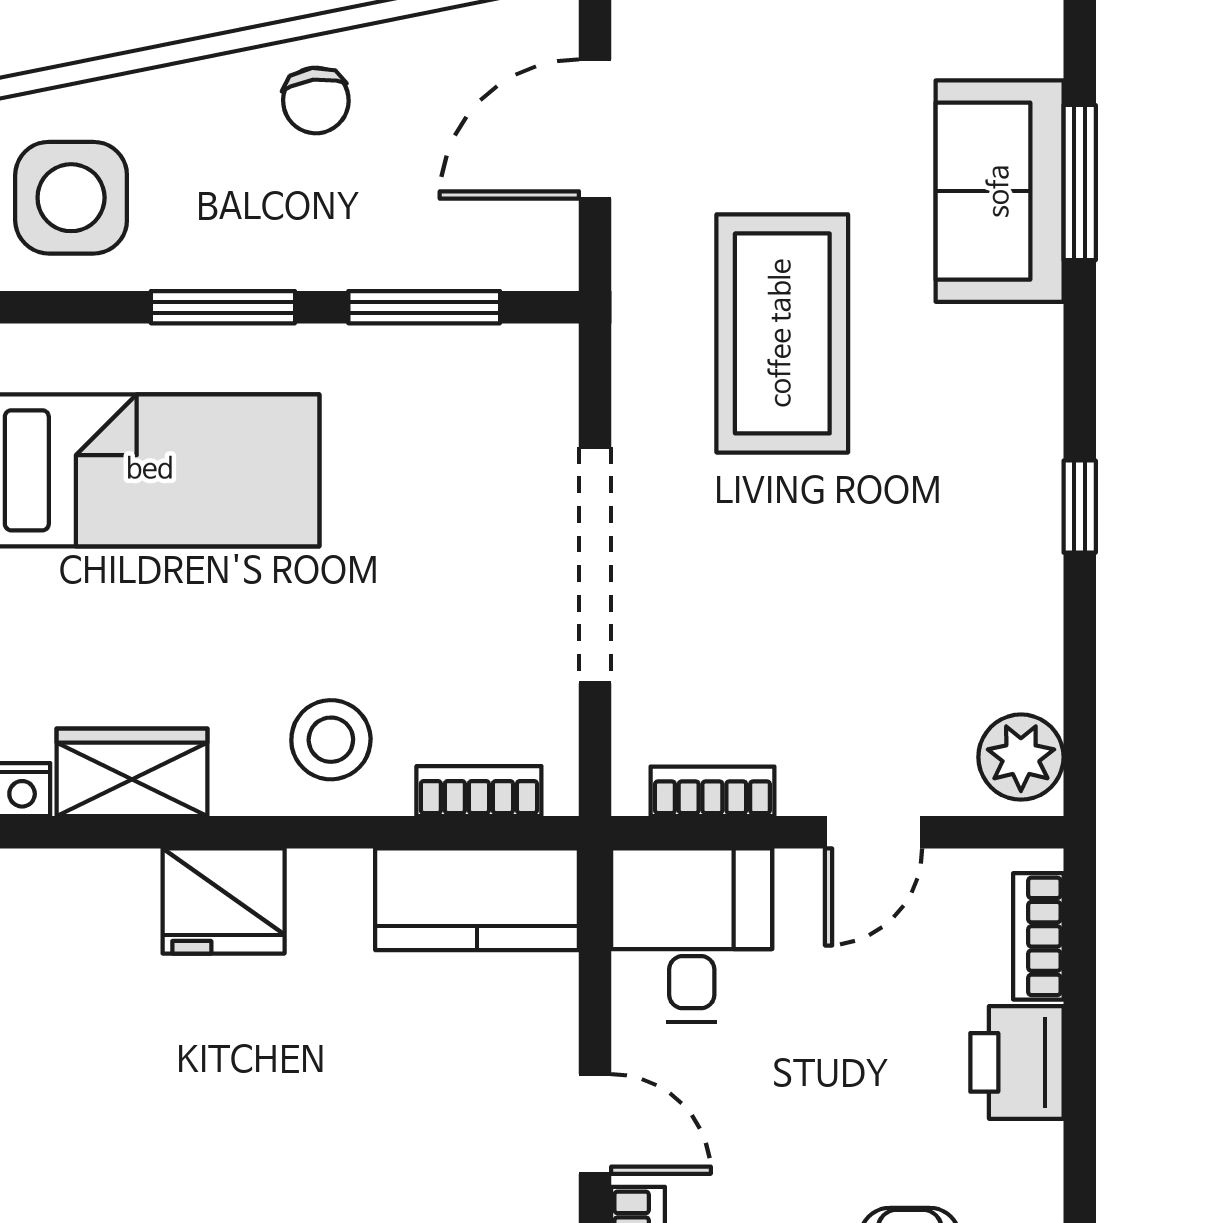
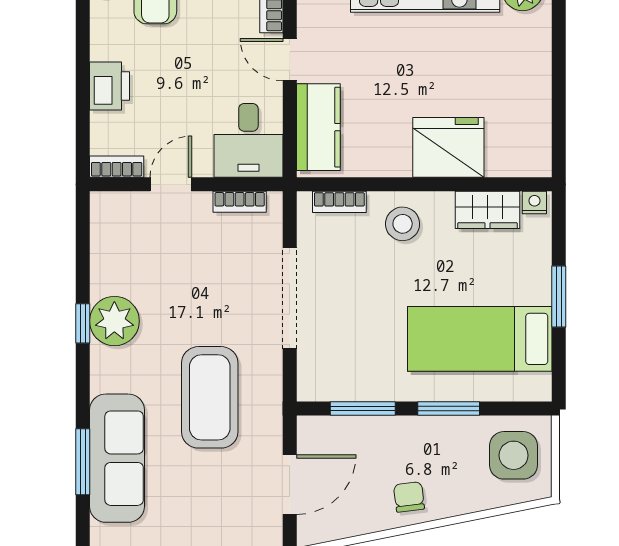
sofa: (1000, 191) -> (117, 458), width x1.36
plant: (1021, 757) -> (114, 321), moved, width x1.36, depth x1.36
kitchen counter: (477, 899) -> (318, 127), moved, turned 90
fridge: (224, 901) -> (448, 147), width x1.36, depth x1.34
bookcase: (1038, 936) -> (117, 167), moved, turned -90

